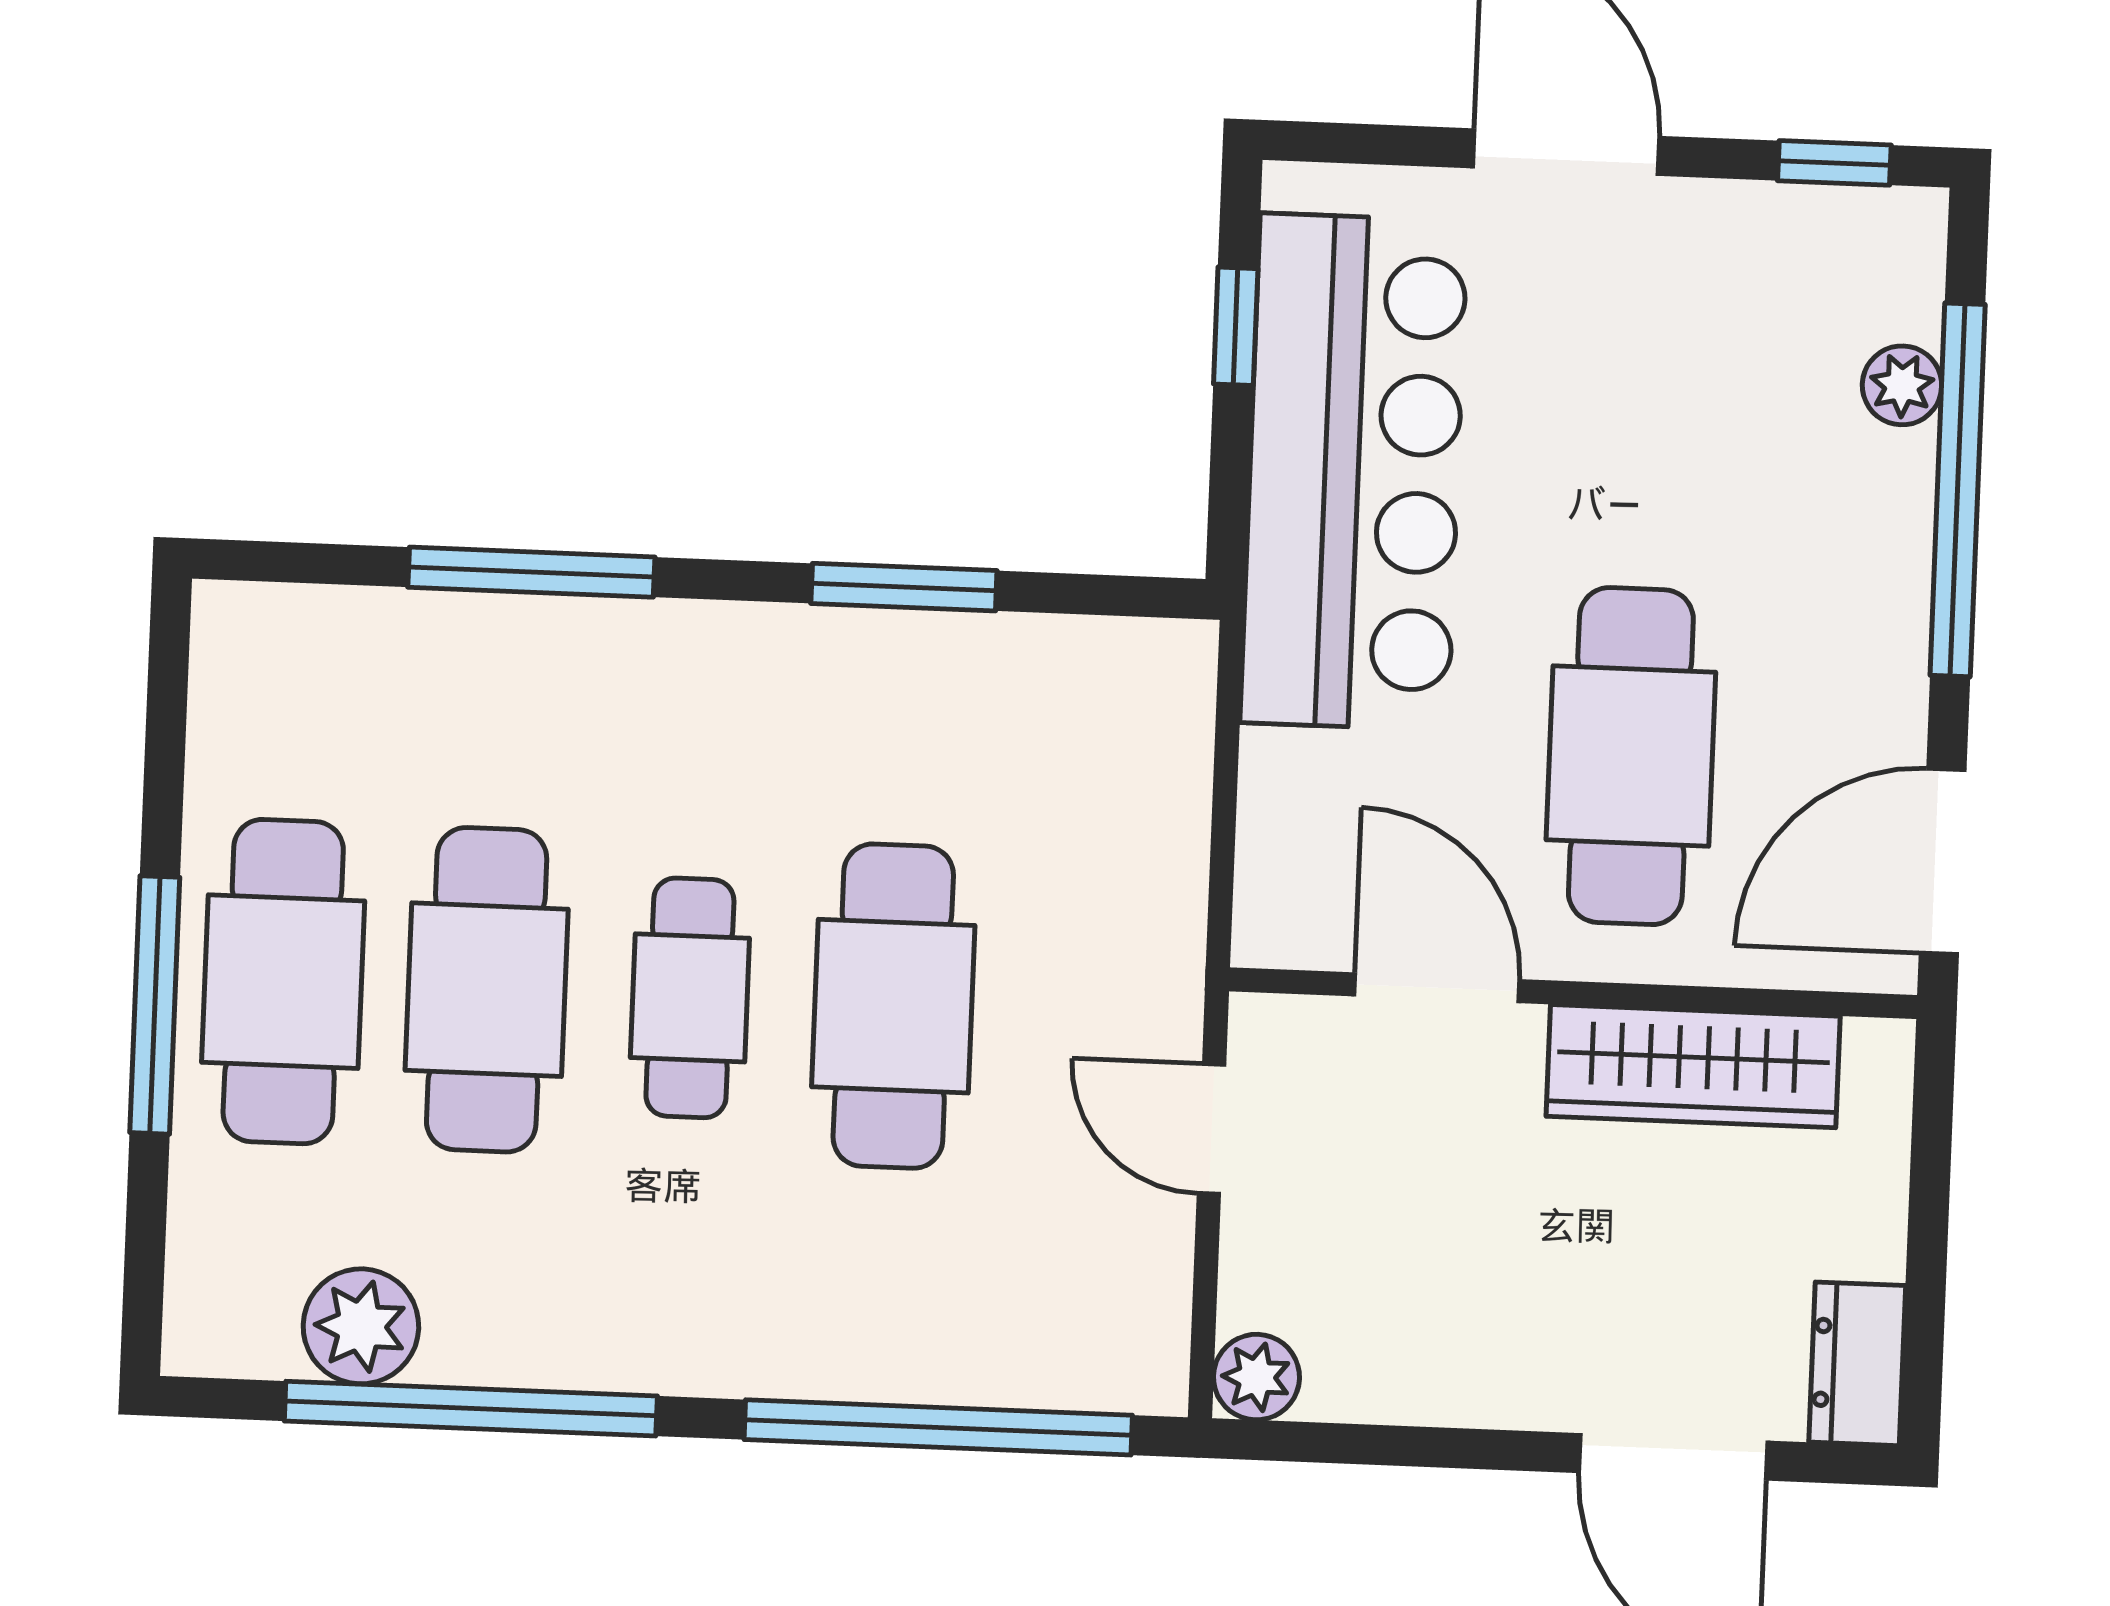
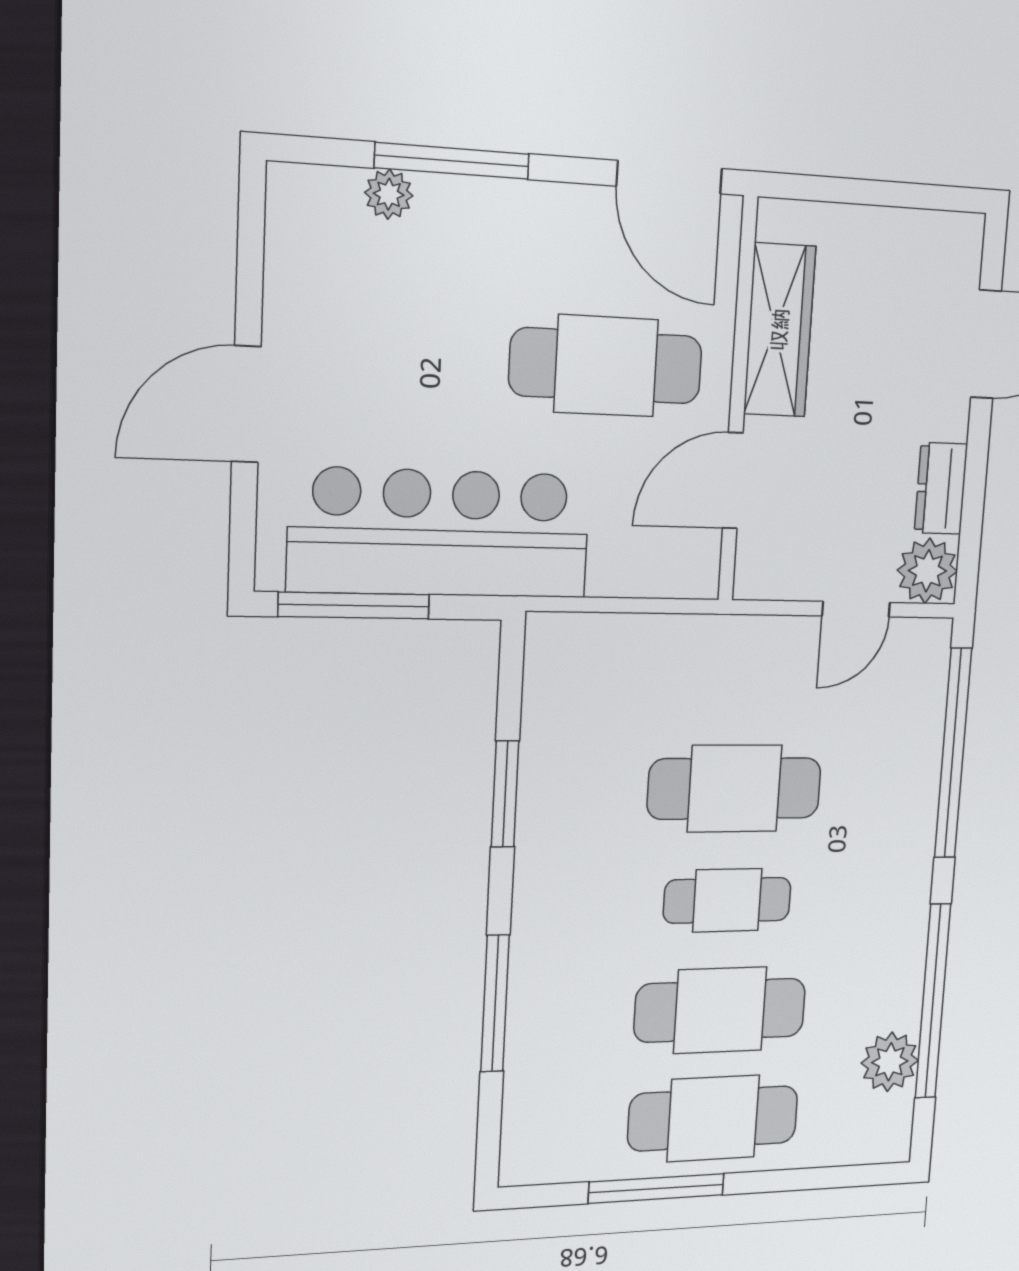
window: (1834, 163) -> (251, 234), removed
window: (1236, 326) -> (354, 606), width x2.17
window: (1958, 490) -> (452, 161), width x0.68
window: (155, 1005) -> (656, 1188), moved
door: (1211, 1129) -> (856, 609), moved
dresser: (1857, 1364) -> (941, 488), moved, turned 90
plant: (1256, 1377) -> (927, 571), width x1.38, depth x1.38

